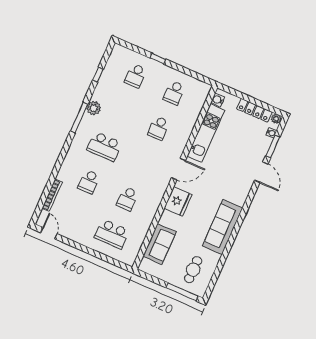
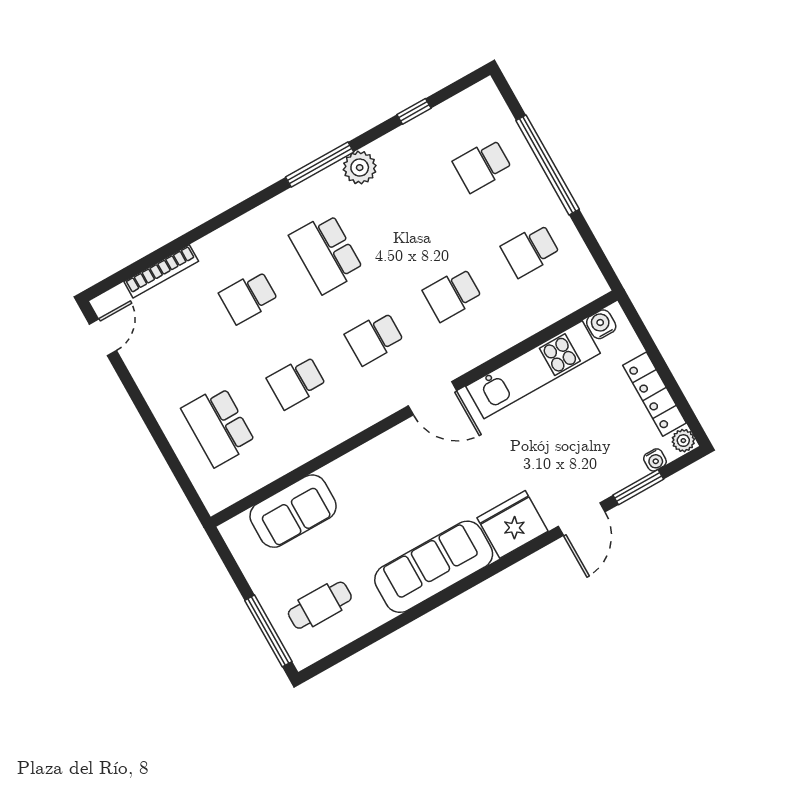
window: (158, 59) -> (548, 165), width x3.17
school desk: (143, 163) -> (374, 338), added
fridge: (178, 201) -> (513, 524), moved, turned 180

